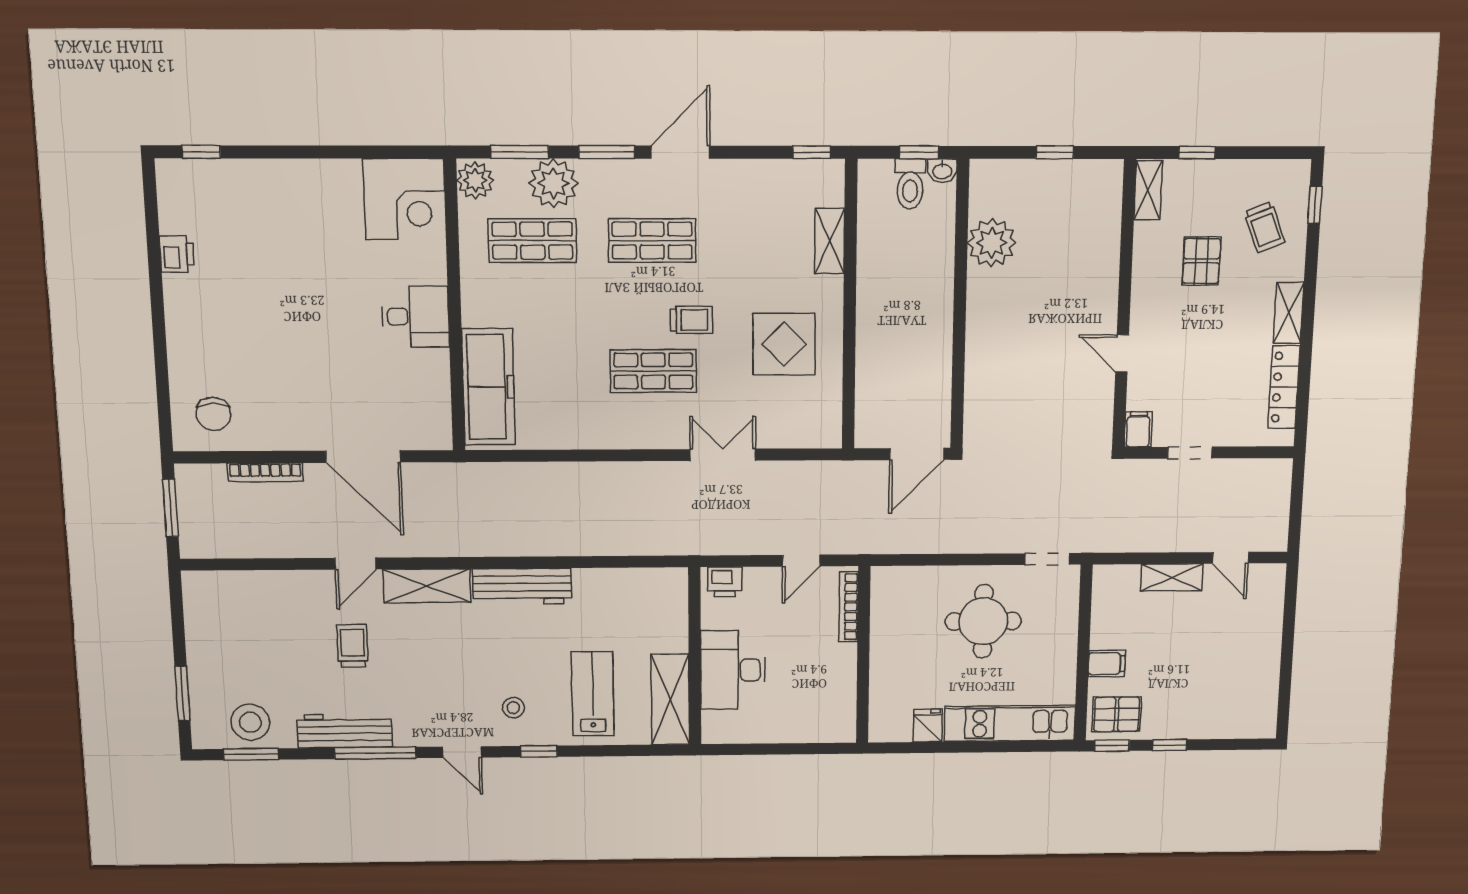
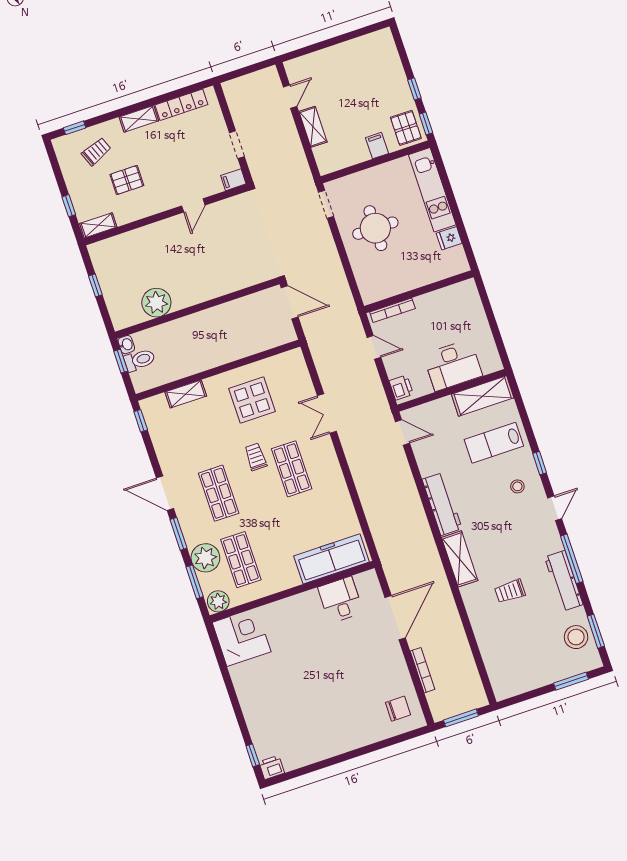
printer: (177, 254) -> (272, 767), moved
desk: (415, 317) -> (341, 600), moved
door: (355, 564) -> (402, 432), moved

